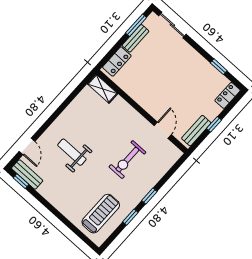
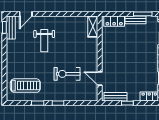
door: (163, 130) -> (100, 79), swing flipped
weight bench: (72, 152) -> (44, 41), turned 180

